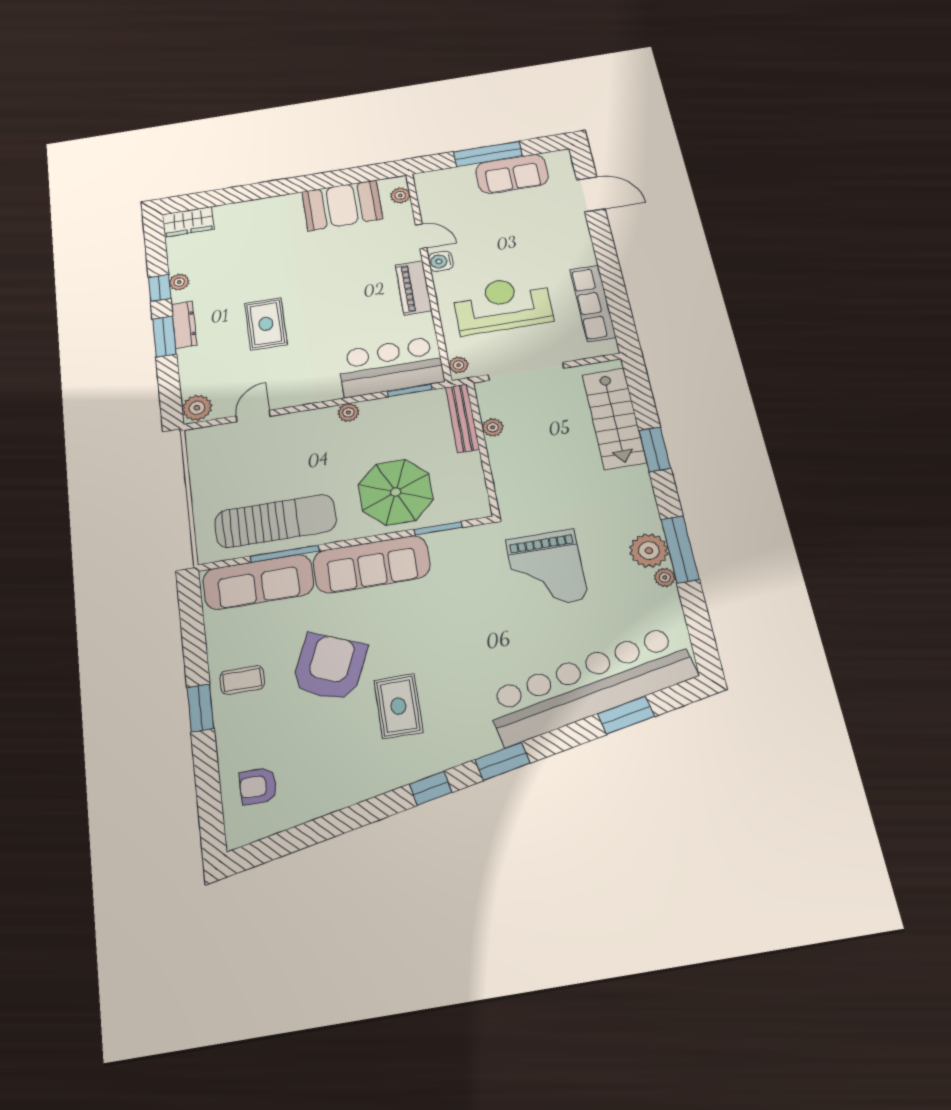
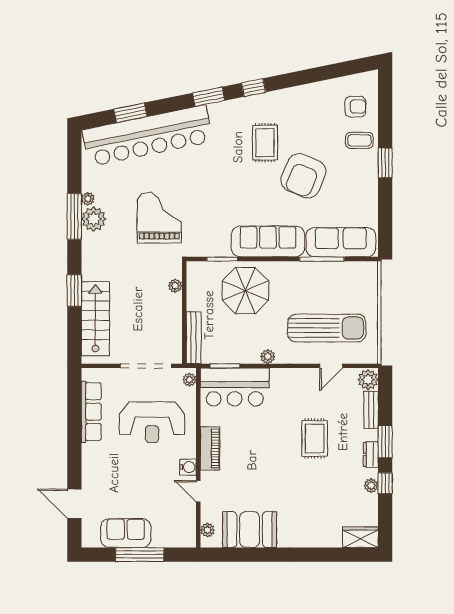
dresser: (184, 325) -> (371, 455), width x0.70
bench: (189, 371) -> (371, 410), added
plant: (493, 427) -> (175, 286), moved
sun lounger: (275, 521) -> (327, 328), moved, turned 180
coffee table: (242, 680) -> (359, 140), moved

